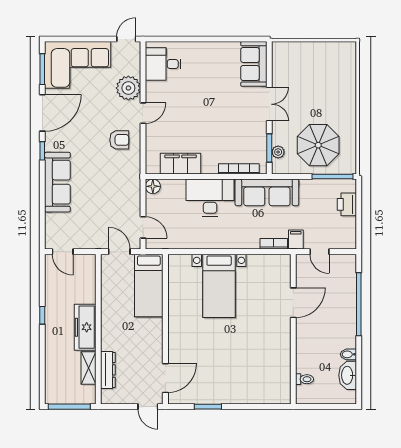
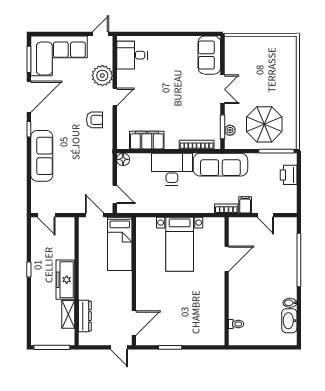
door: (293, 303) -> (227, 259), moved
wall: (293, 329) -> (227, 281), moved
toilet: (304, 379) -> (236, 324), moved

